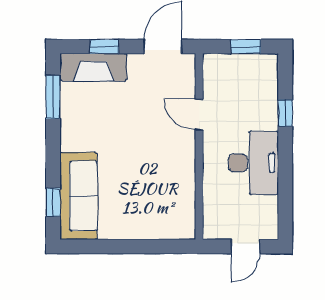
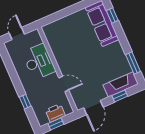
printer: (238, 67) -> (55, 113), added
desk: (253, 163) -> (39, 62), moved, turned 180

